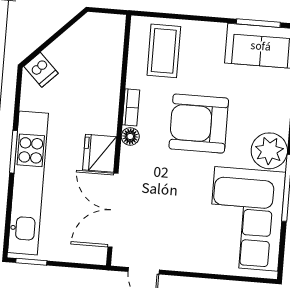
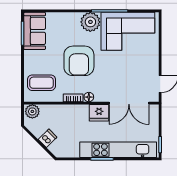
plant: (112, 30) -> (32, 111), added
dishwasher: (41, 70) -> (48, 138), moved

